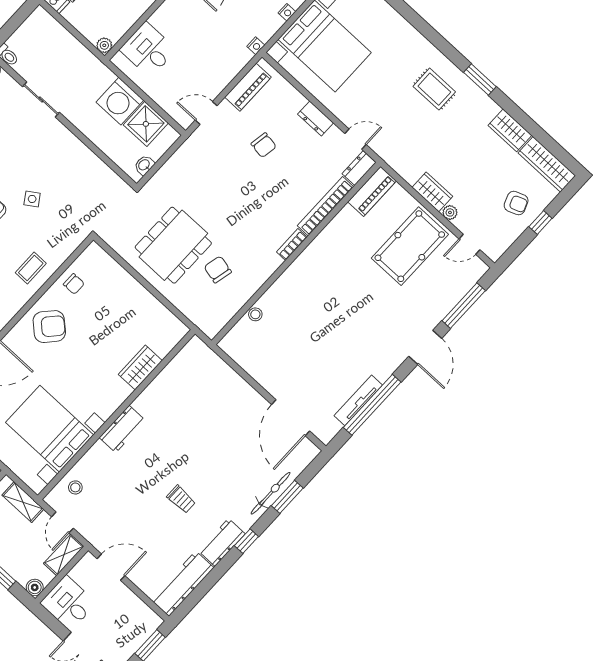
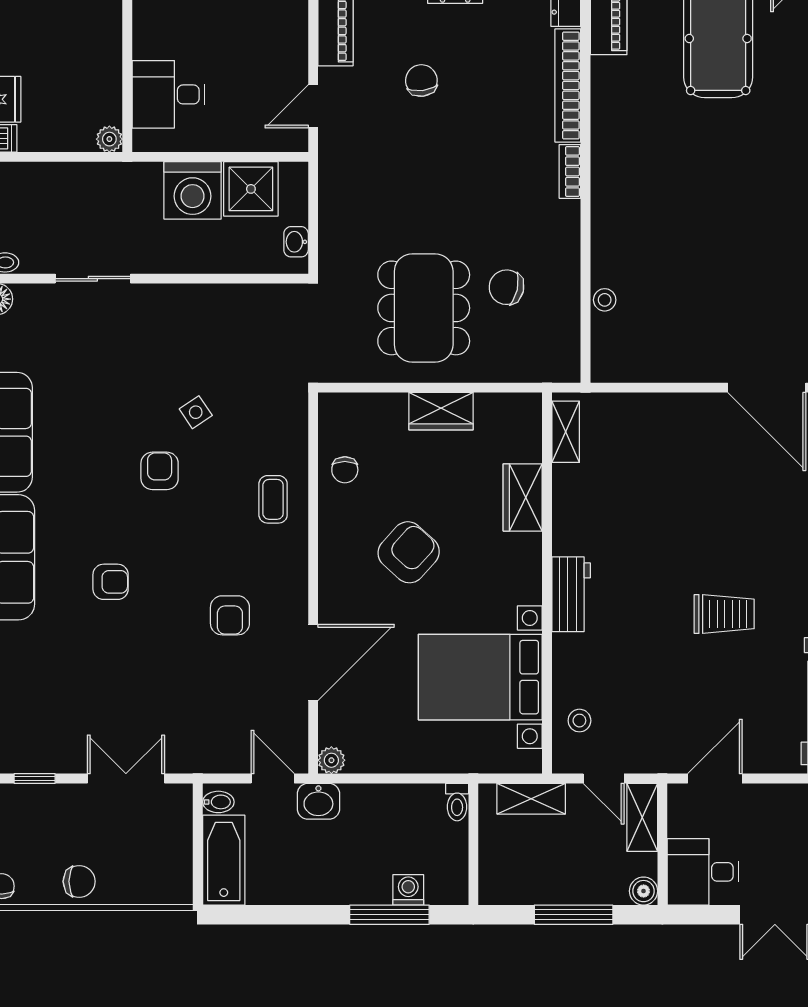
chair: (264, 145) -> (421, 81), turned -106
chair: (74, 284) -> (345, 470), turned 90
wardrobe: (139, 297) -> (441, 411), added
armchair: (49, 327) -> (409, 552), moved
shelving: (185, 356) -> (566, 432), added
trolley: (181, 499) -> (724, 614), width x1.36, depth x1.39

